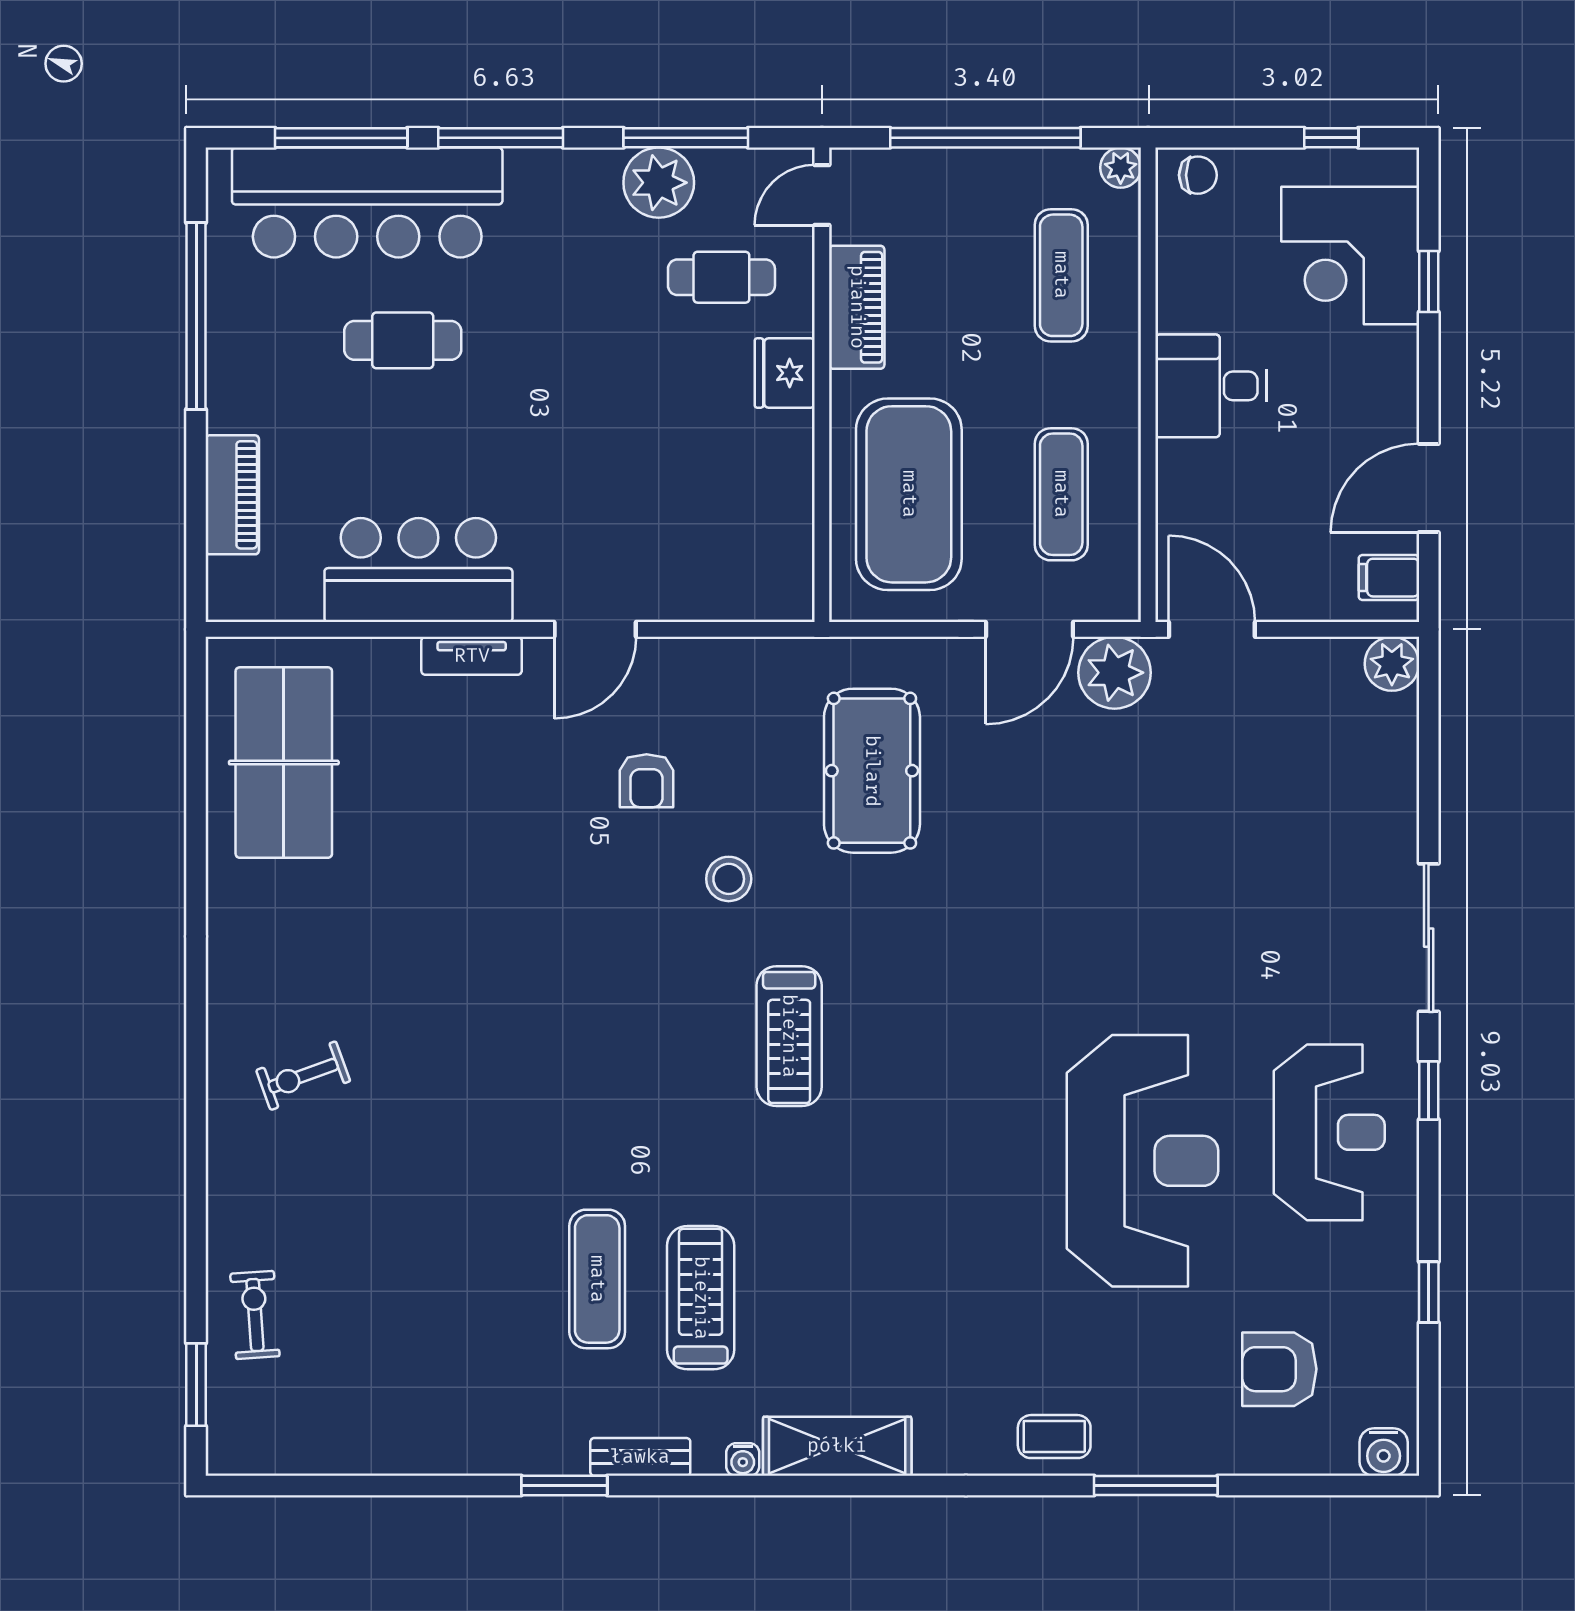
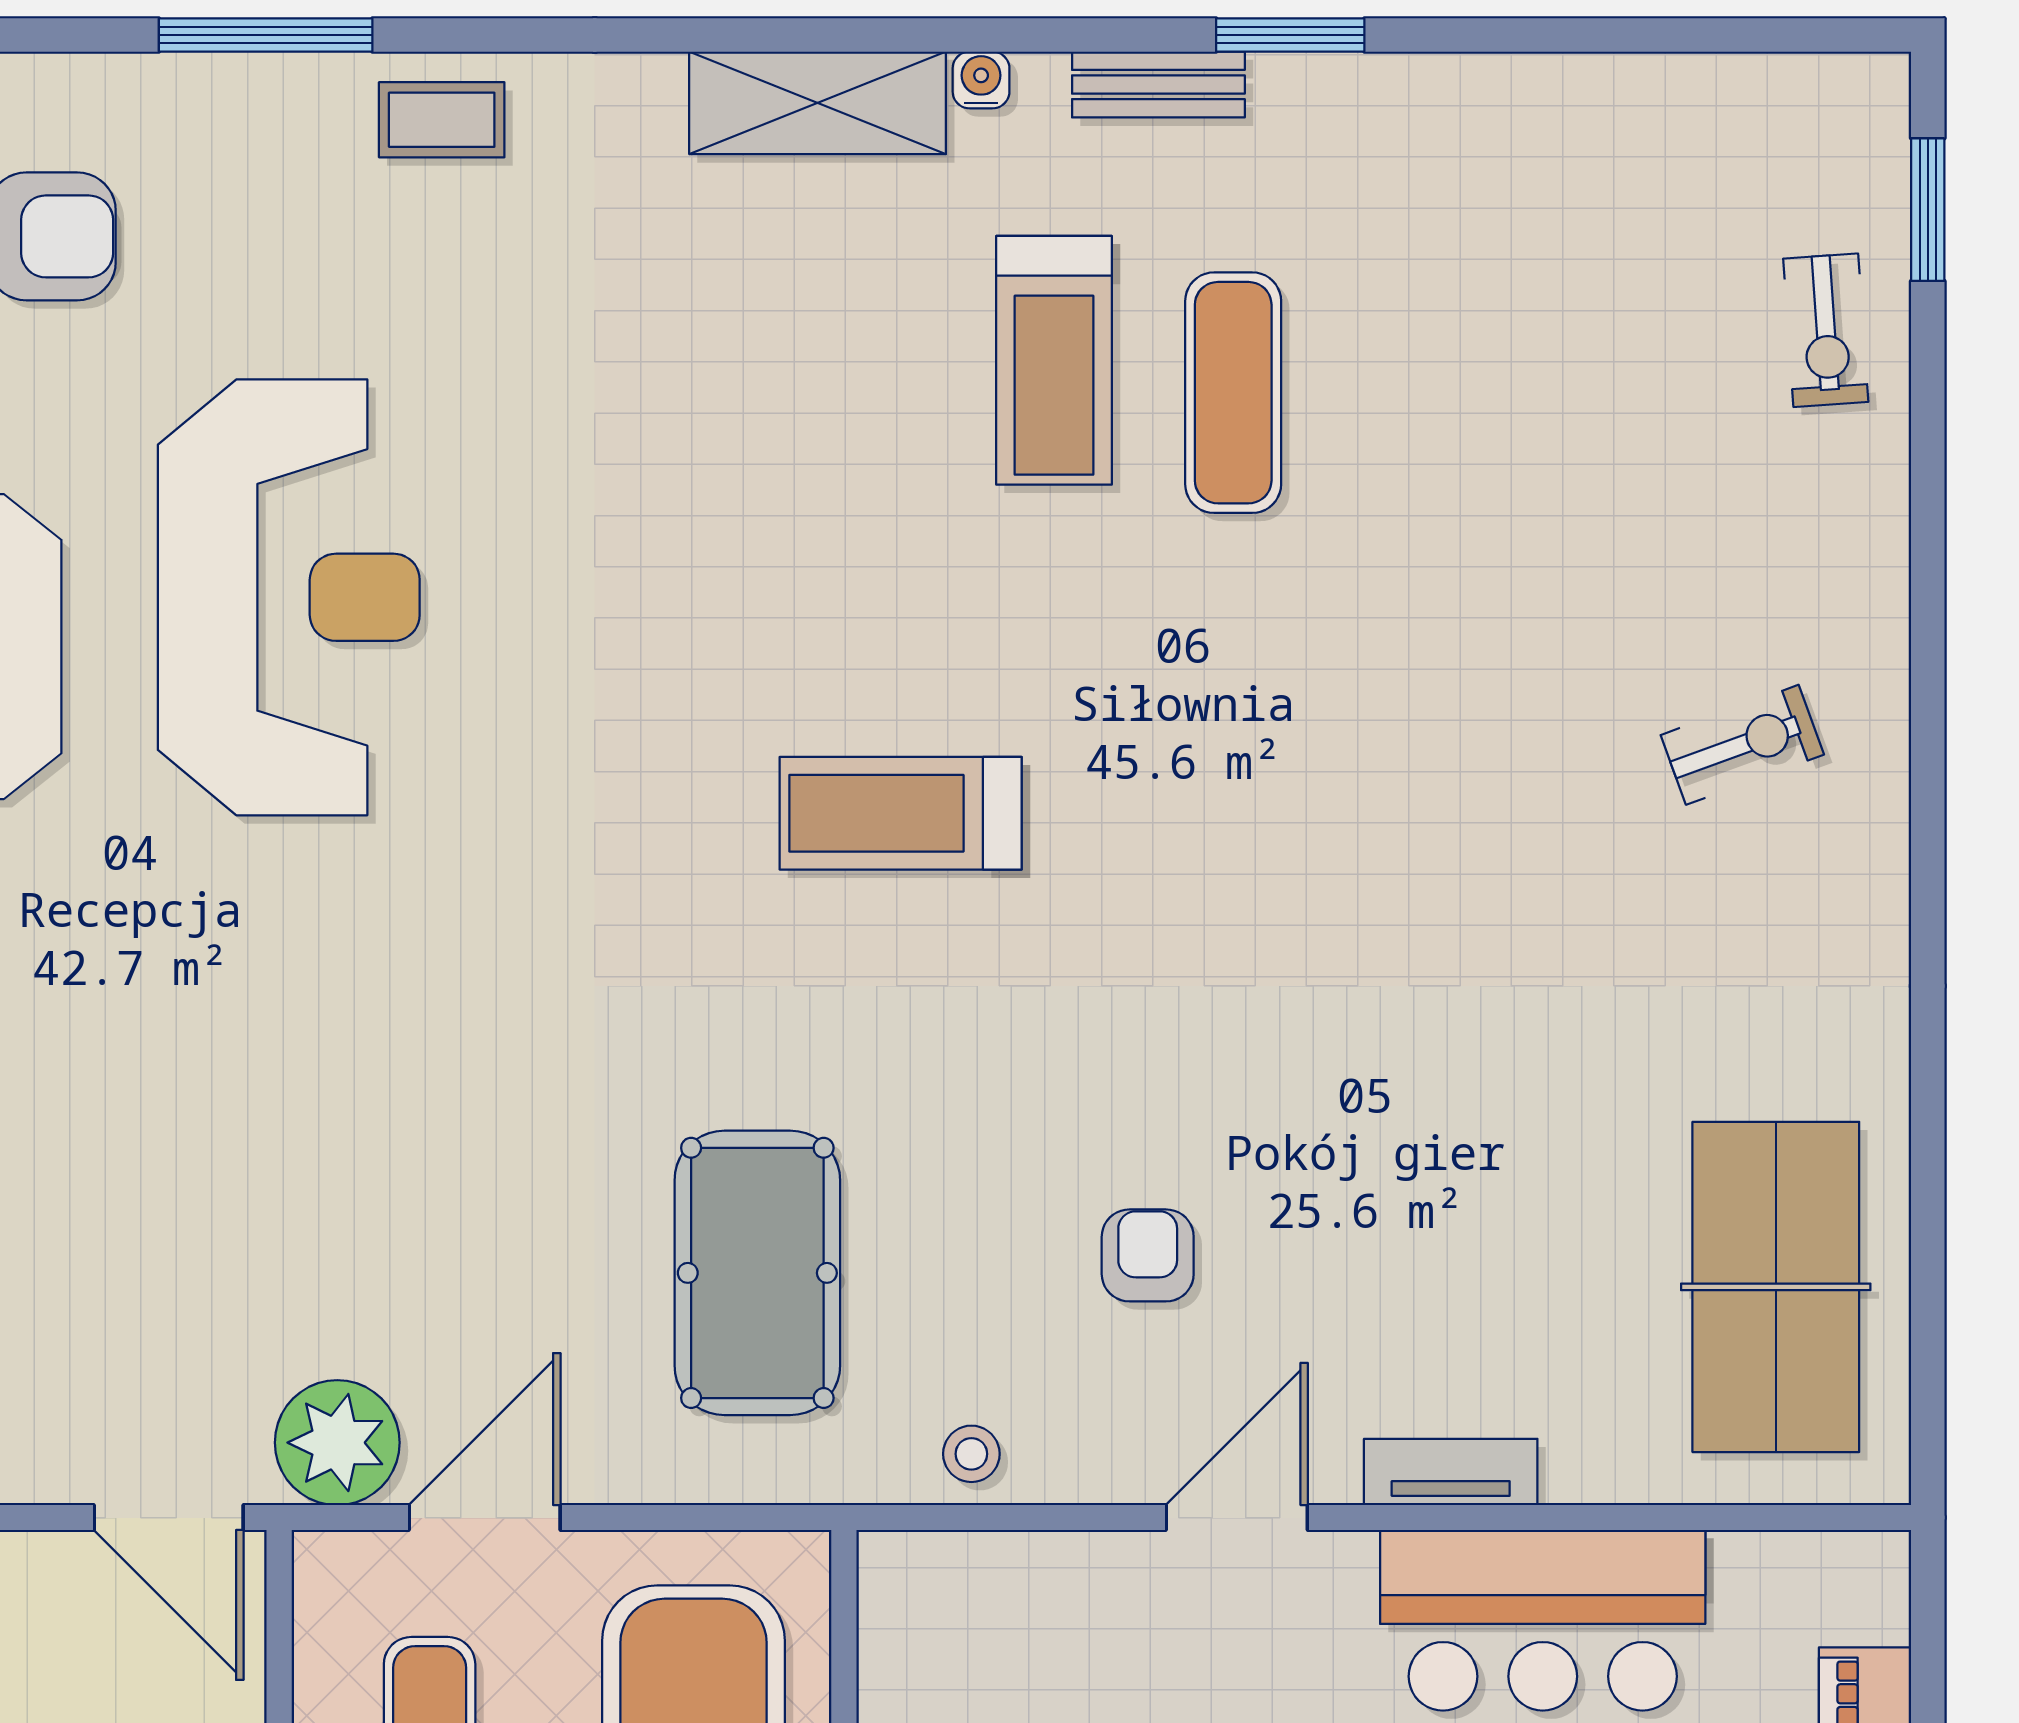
stool: (729, 879) -> (971, 1454), moved, width x0.73, depth x0.73
treadmill: (789, 1036) -> (901, 813), turned -90
reception desk: (1142, 1161) -> (289, 597), turned 180

